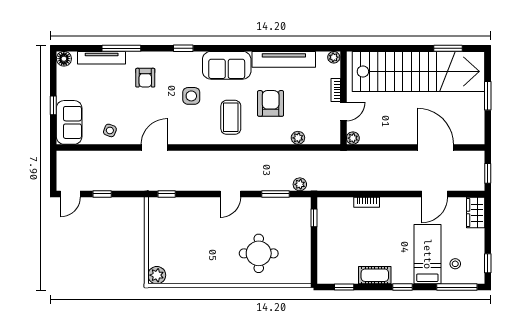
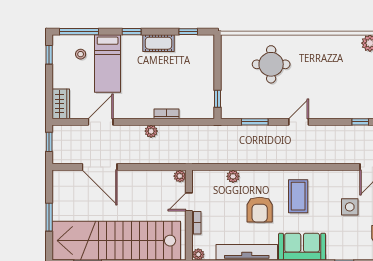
side table: (191, 96) -> (350, 207), moved
plant: (300, 184) -> (151, 131), moved

